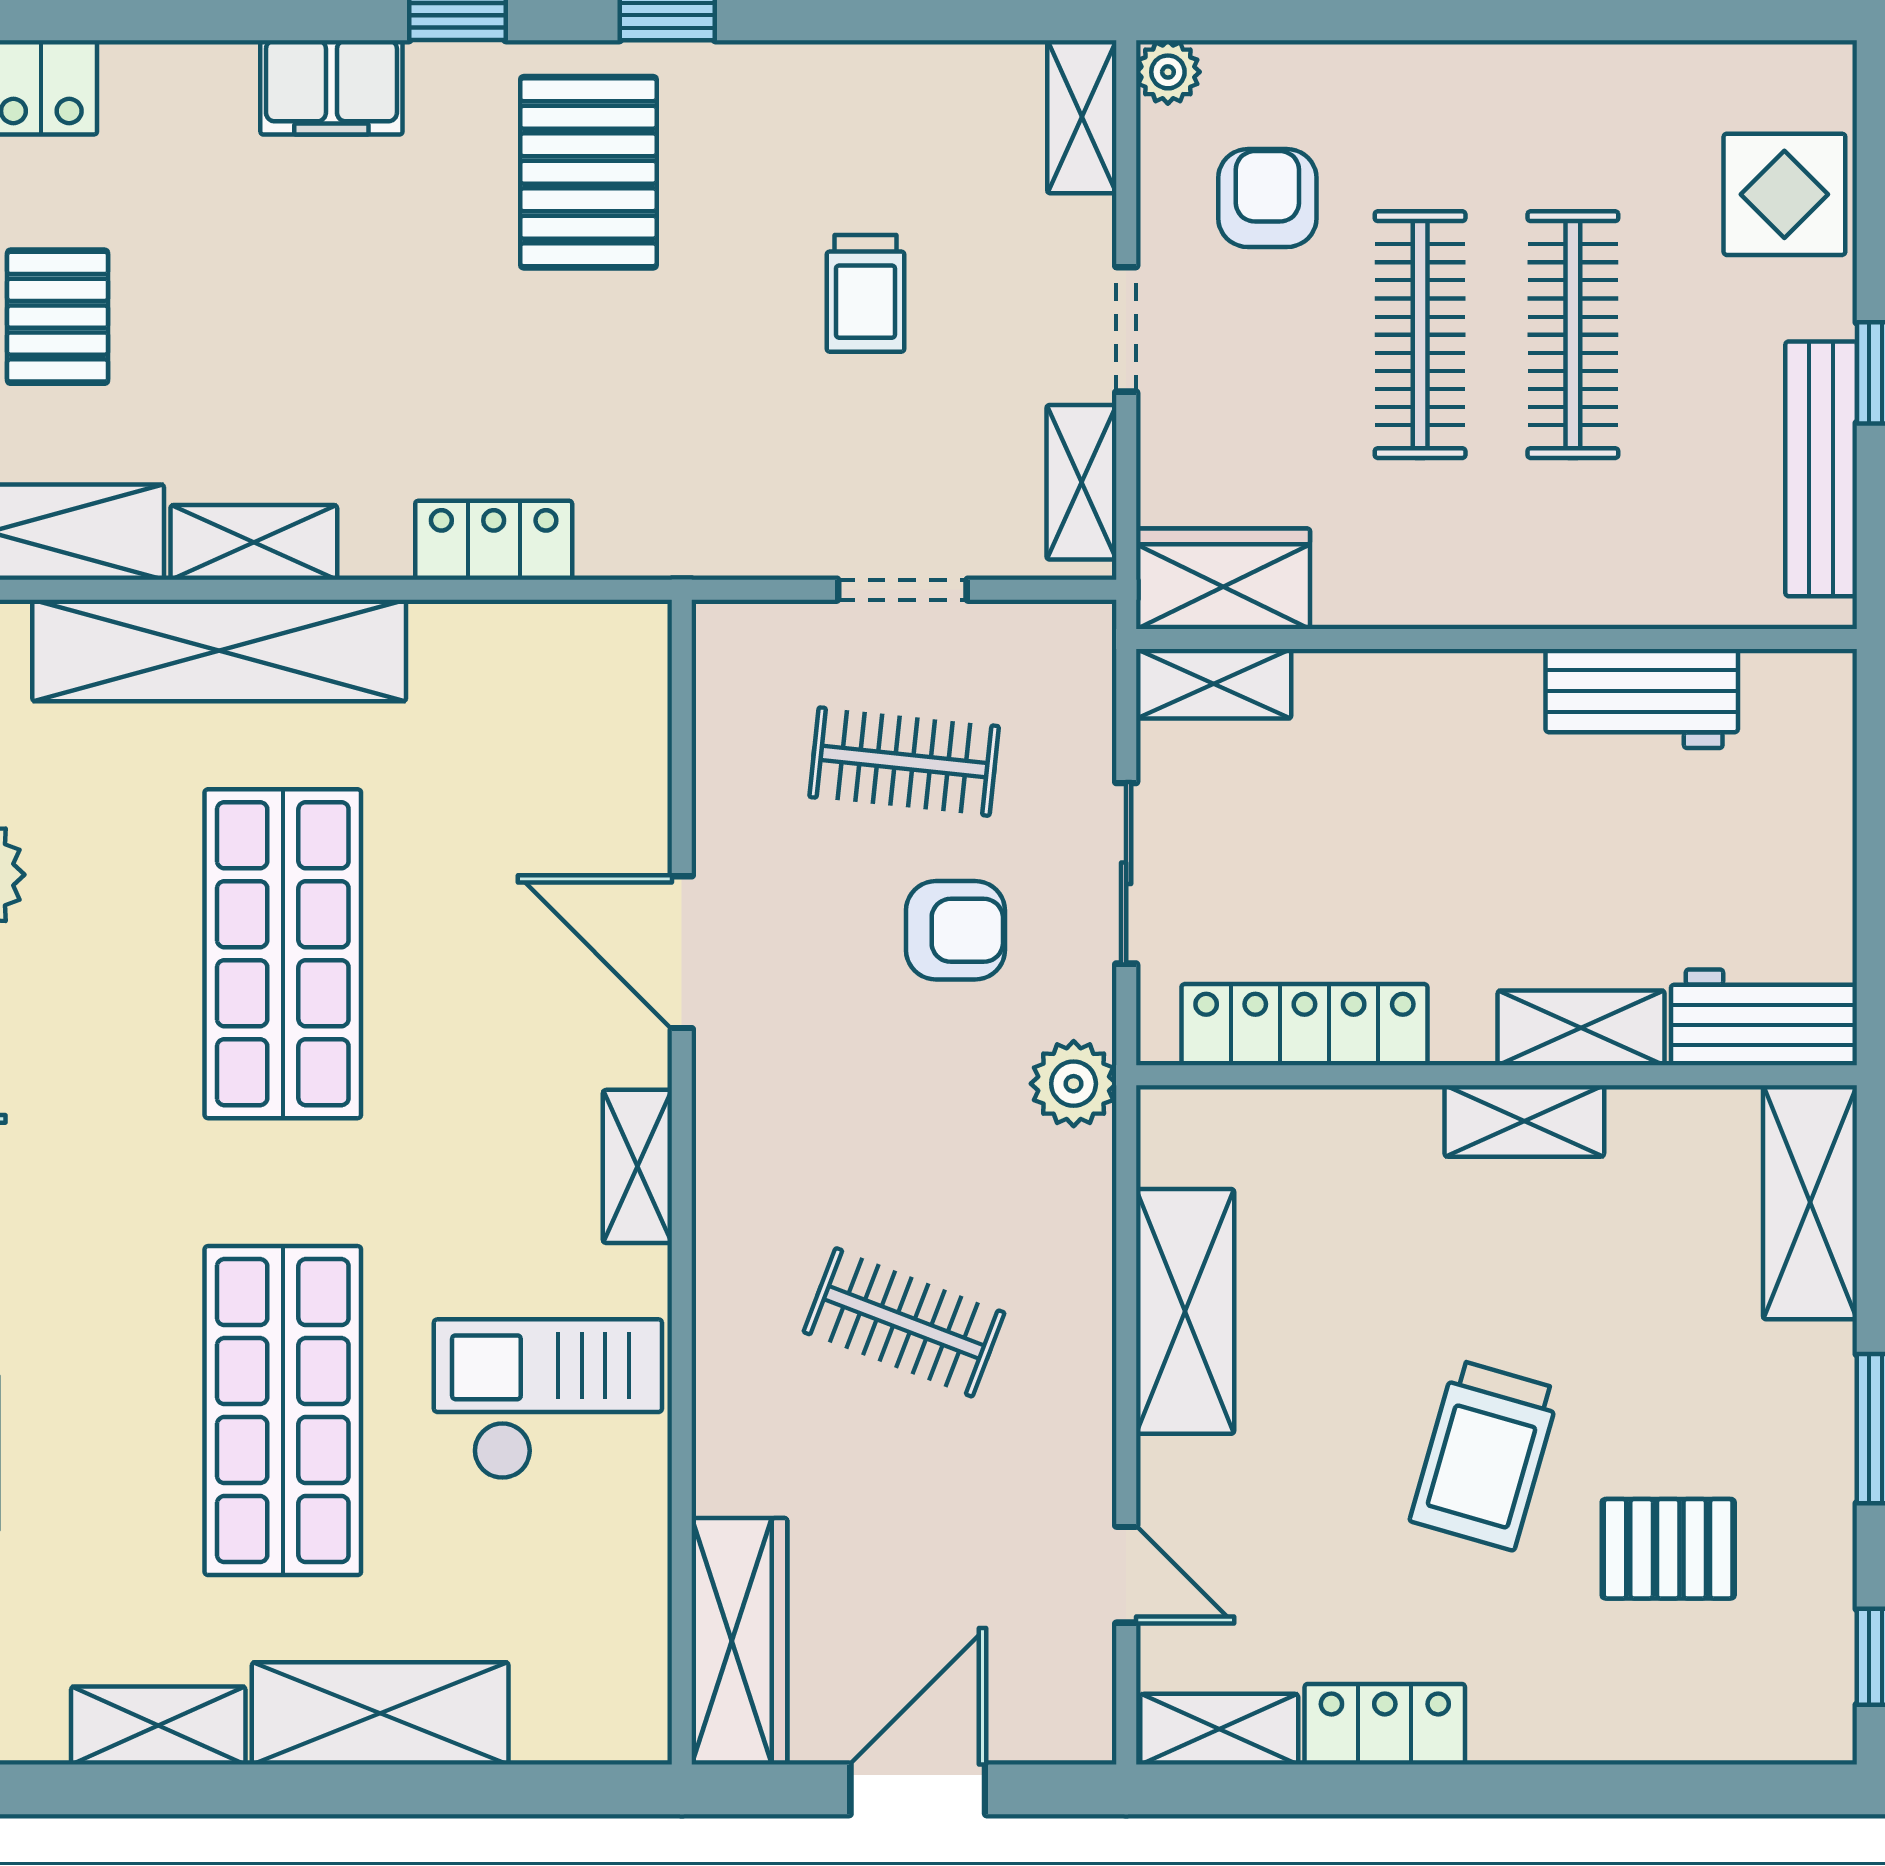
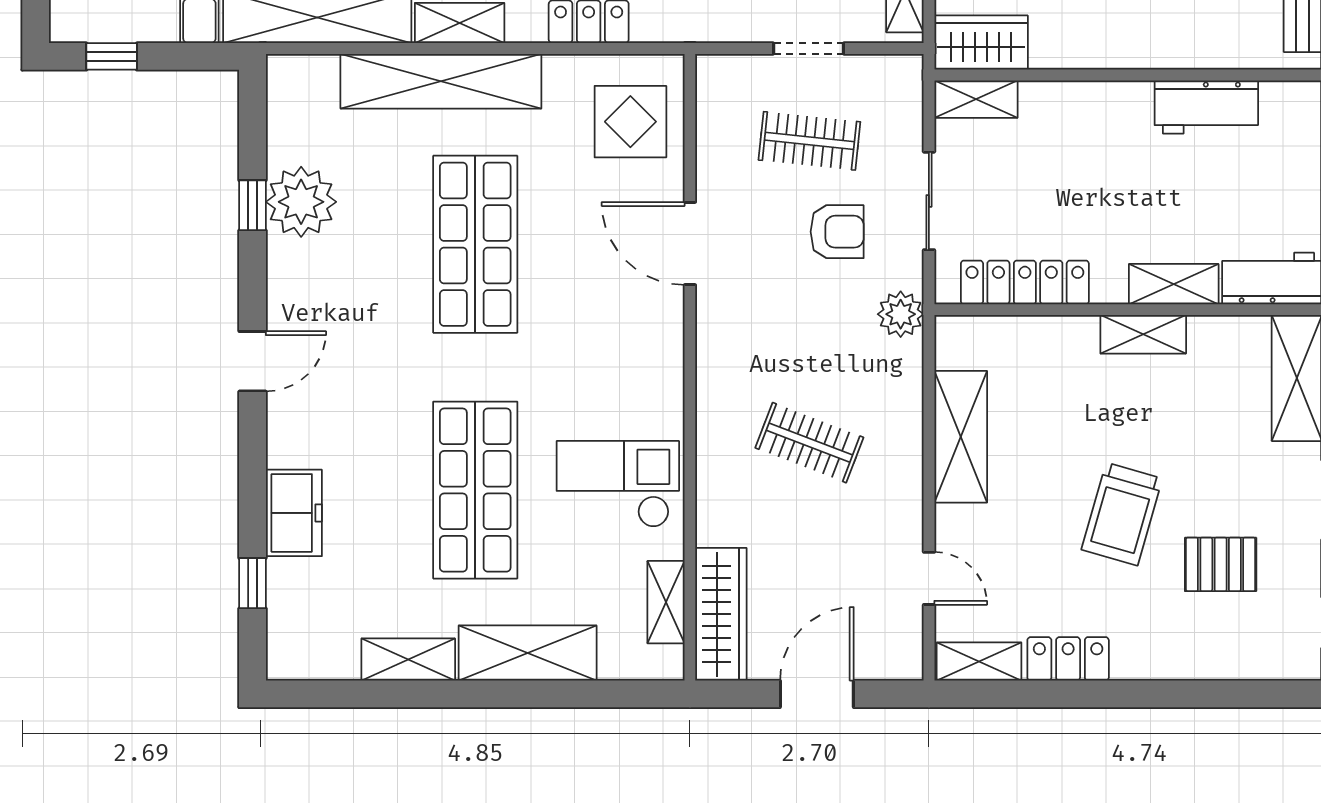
display table: (571, 726) -> (630, 122), added
shelving: (637, 1166) -> (666, 602), moved

